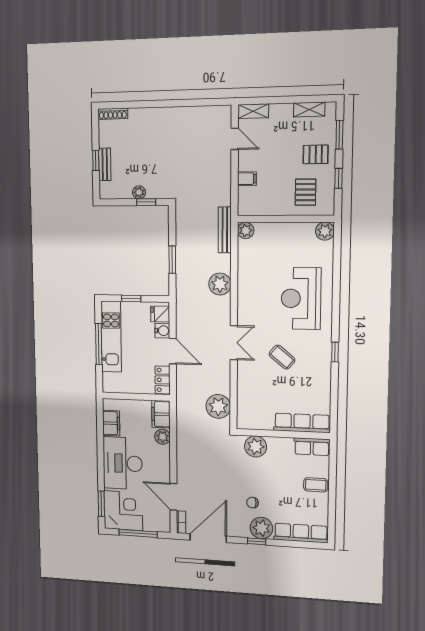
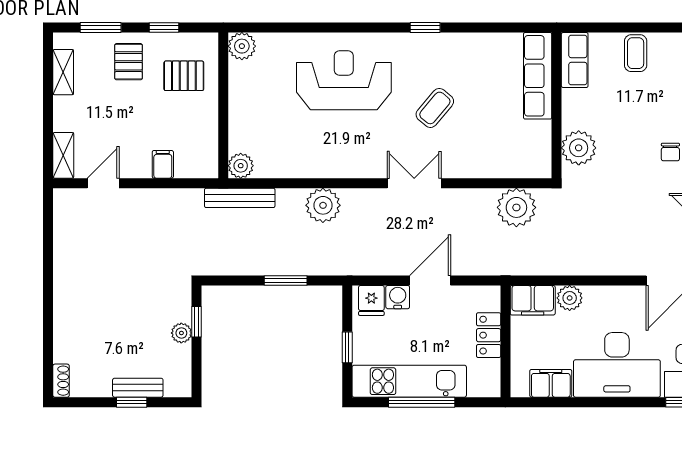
shoe rack: (113, 114) -> (61, 381), width x0.70
reception desk: (301, 298) -> (344, 80), turned 180
locker: (163, 380) -> (489, 335), moved, turned 90

